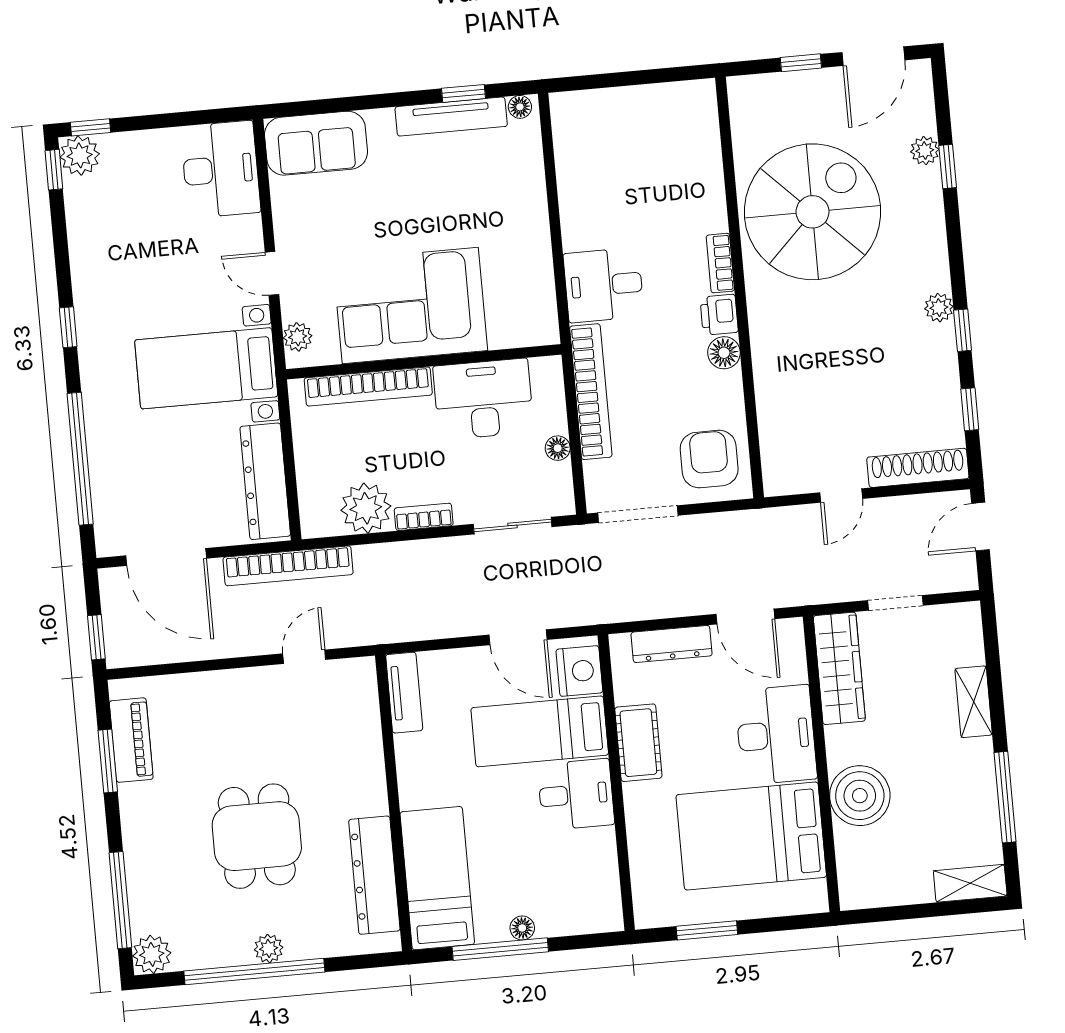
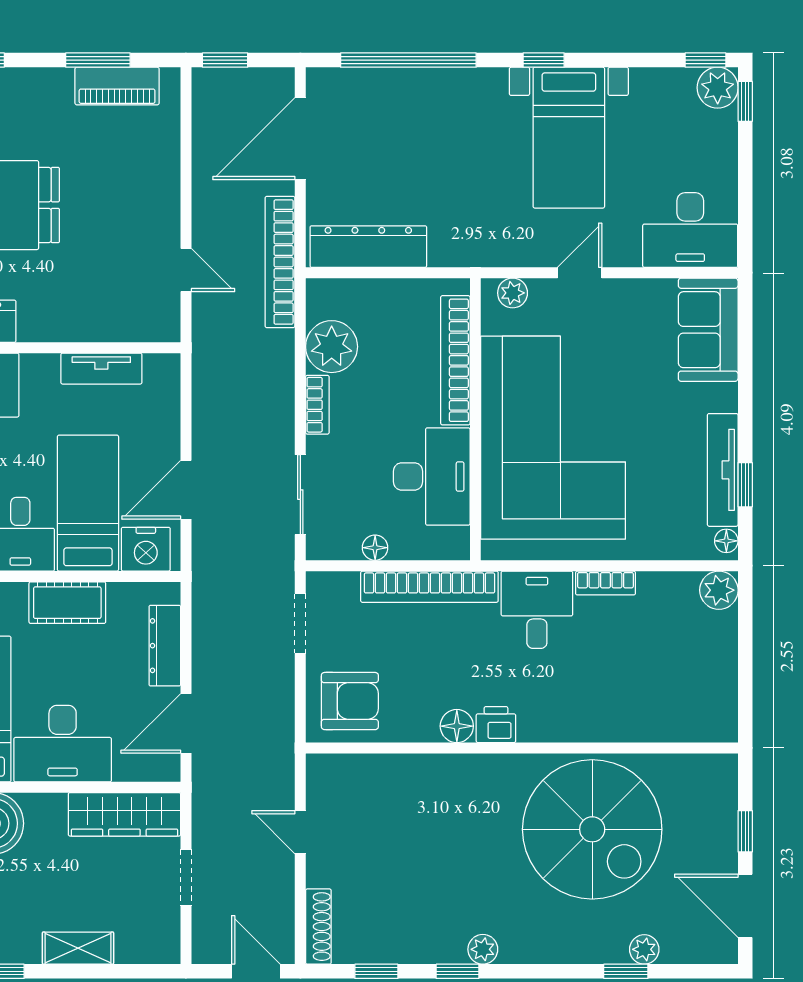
plant: (569, 110) -> (719, 590), added
bookcase: (720, 263) -> (605, 583), moved, turned 180
corner sofa: (410, 306) -> (553, 438), width x1.36, depth x1.36
bed with nightstands: (206, 368) -> (569, 138), moved, turned 180
shoe rack: (918, 468) -> (318, 927), width x0.74, depth x0.81
doorway: (638, 514) -> (300, 623), width x0.73
tv unit: (404, 693) -> (101, 369), moved

